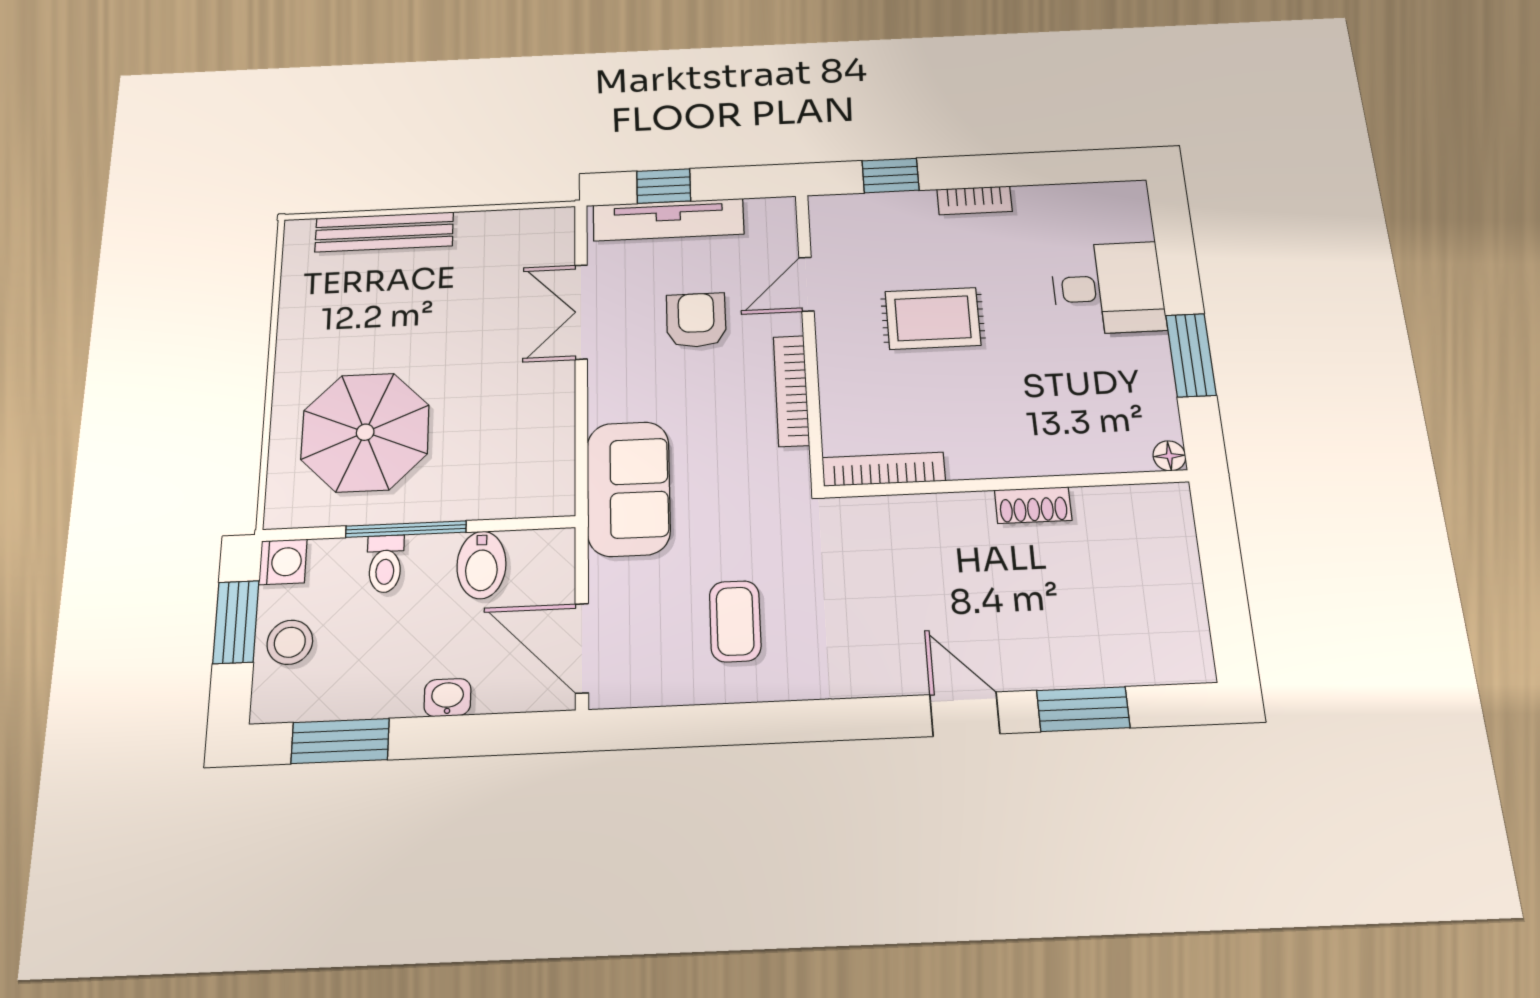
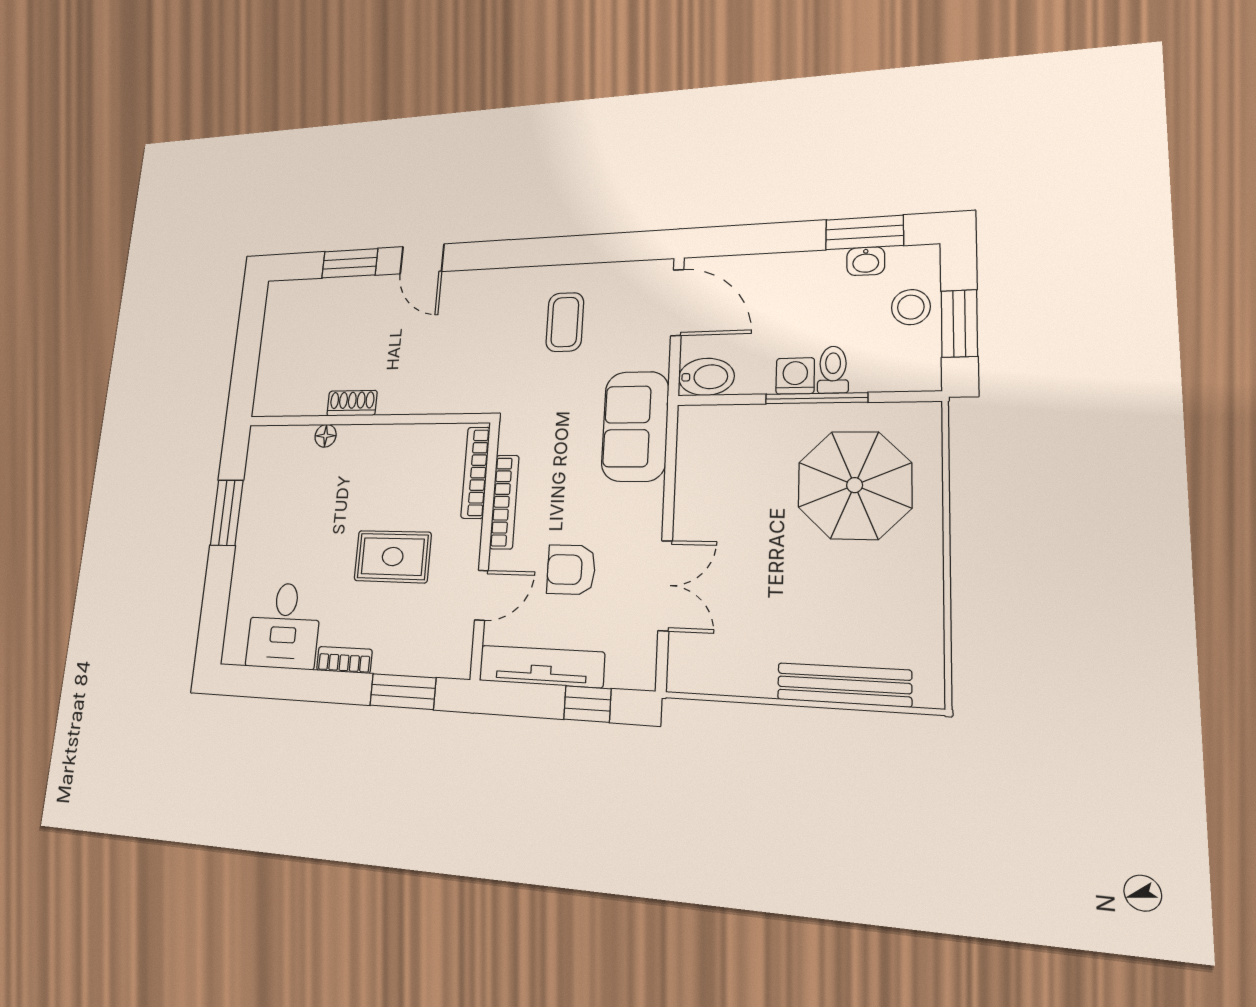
window: (890, 175) -> (403, 692), width x1.50
tv unit: (668, 220) -> (541, 666), moved
desk: (1108, 288) -> (284, 626), moved, turned -90
armchair: (696, 320) -> (571, 570), turned 90
floor lamp: (1169, 456) -> (326, 436), moved
bookcase: (884, 469) -> (475, 473), moved, turned 90
washing machine: (283, 562) -> (795, 376), moved, turned 90
bidet: (481, 565) -> (706, 377), moved, turned 90
washbasin: (447, 698) -> (866, 261), moved

